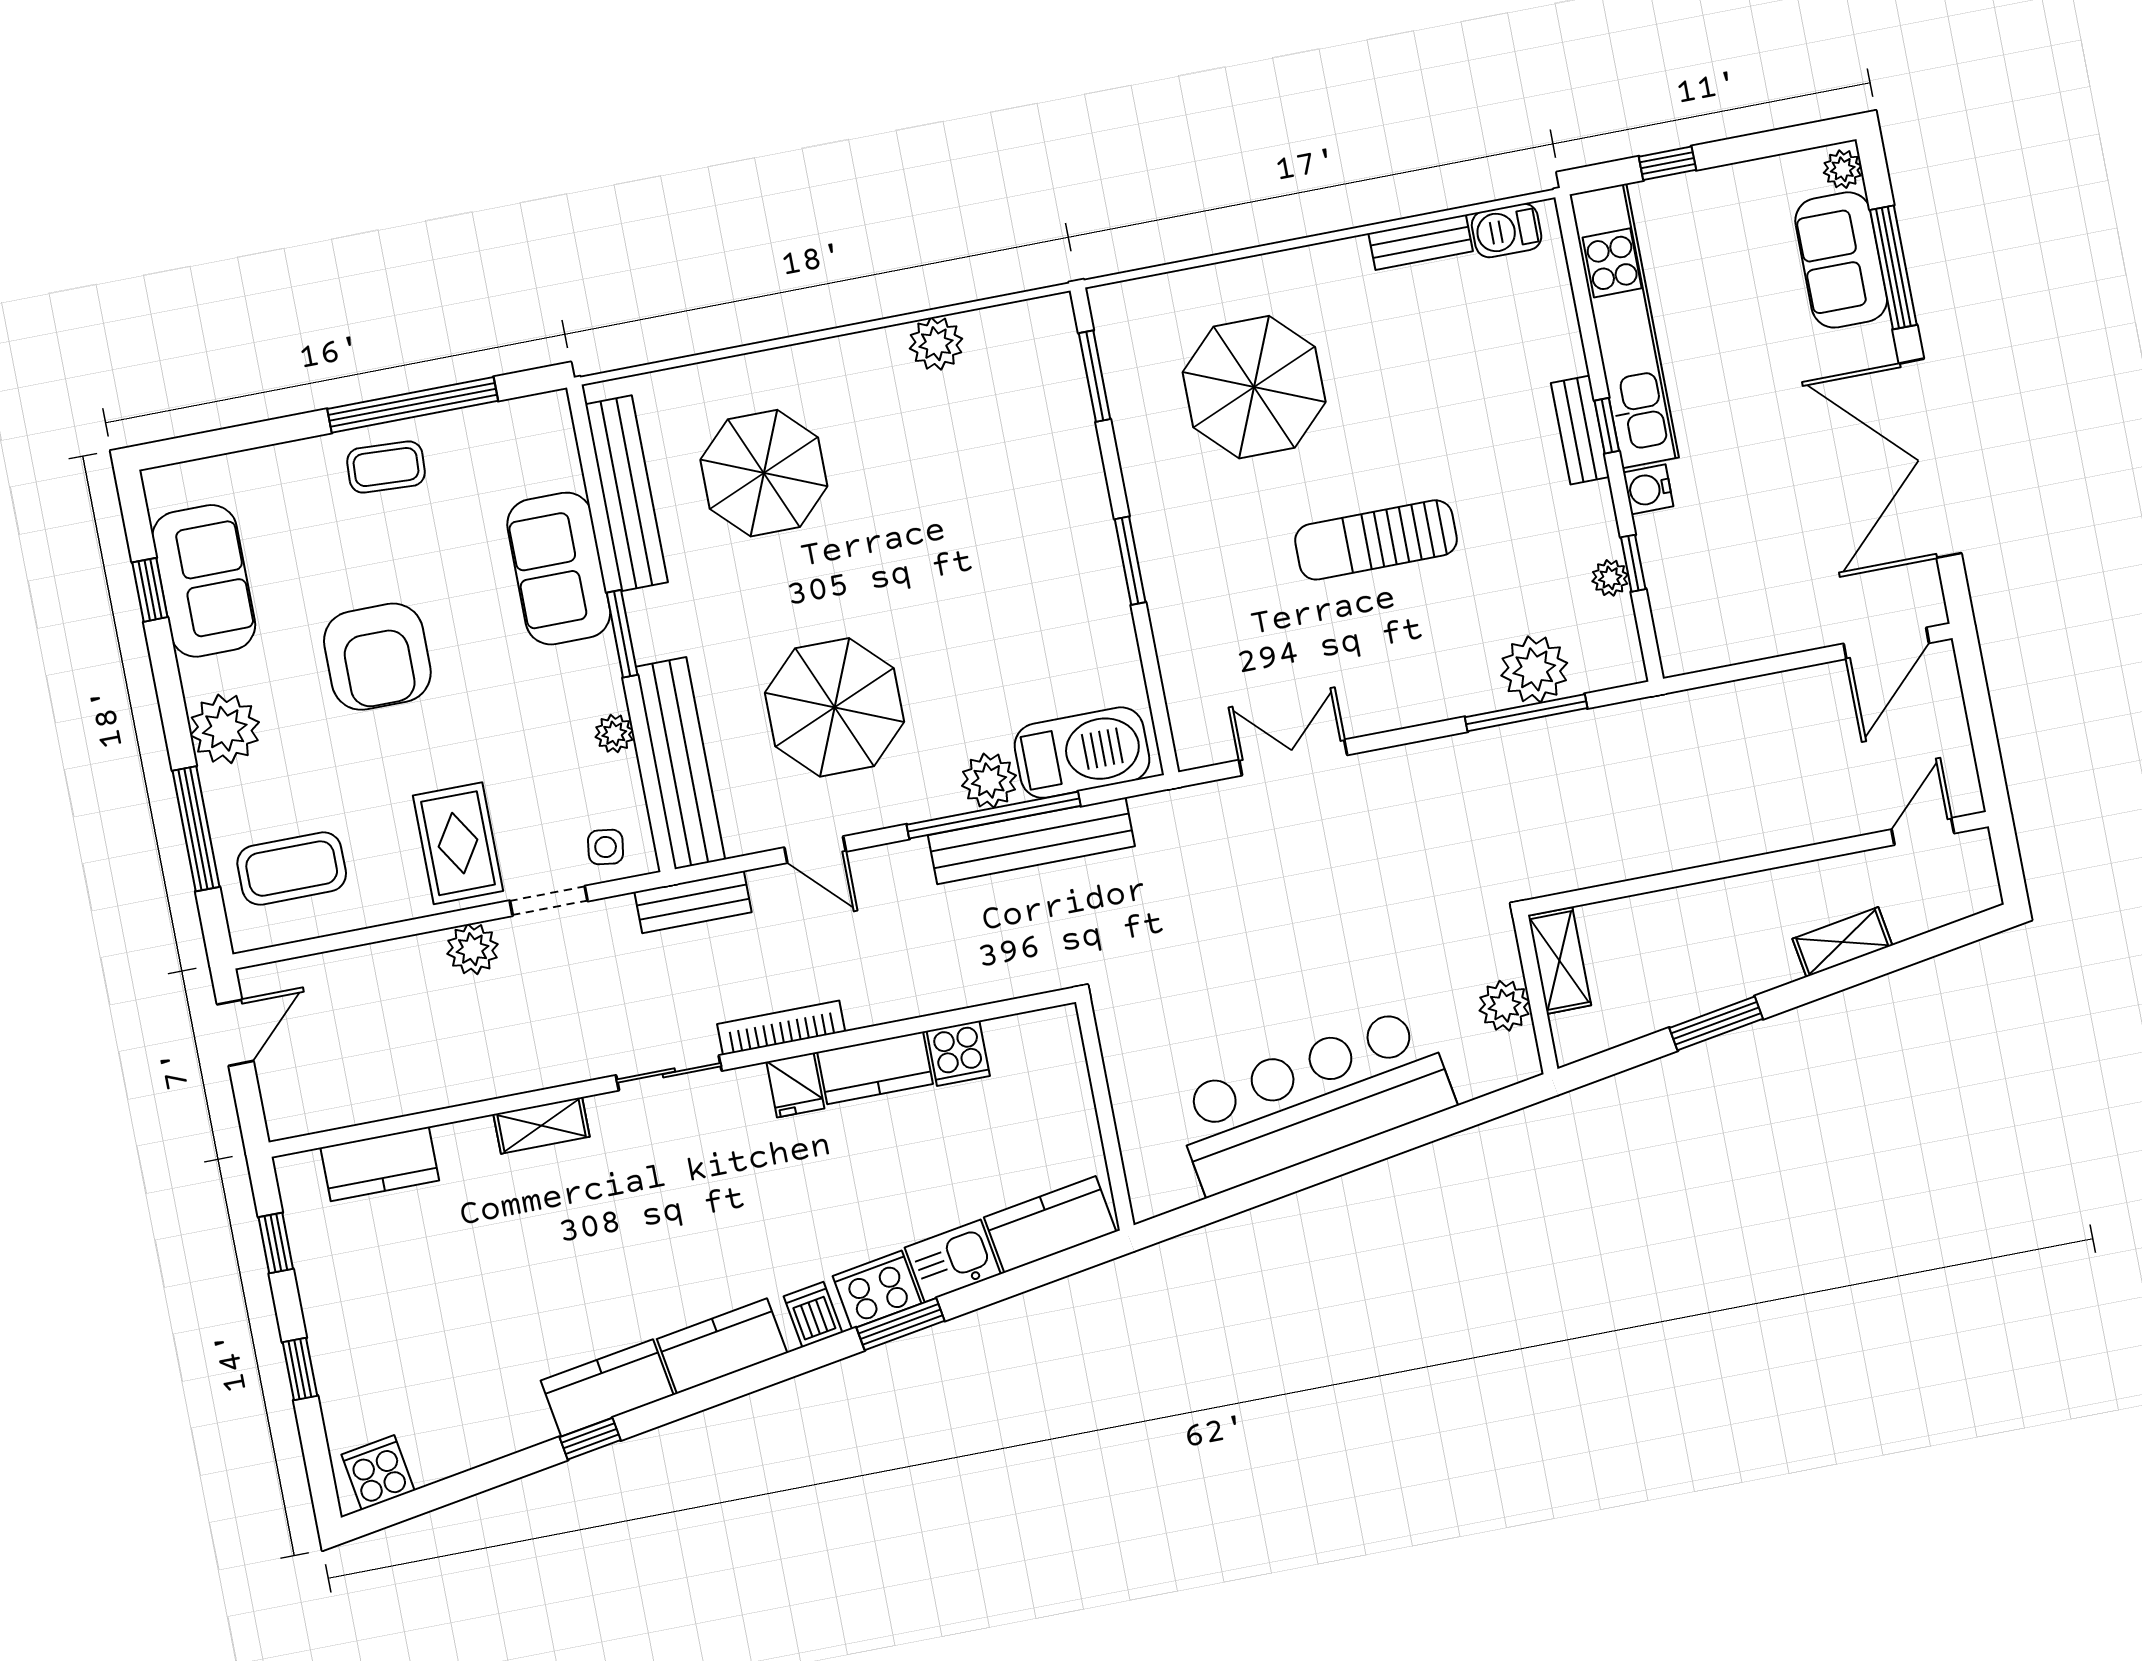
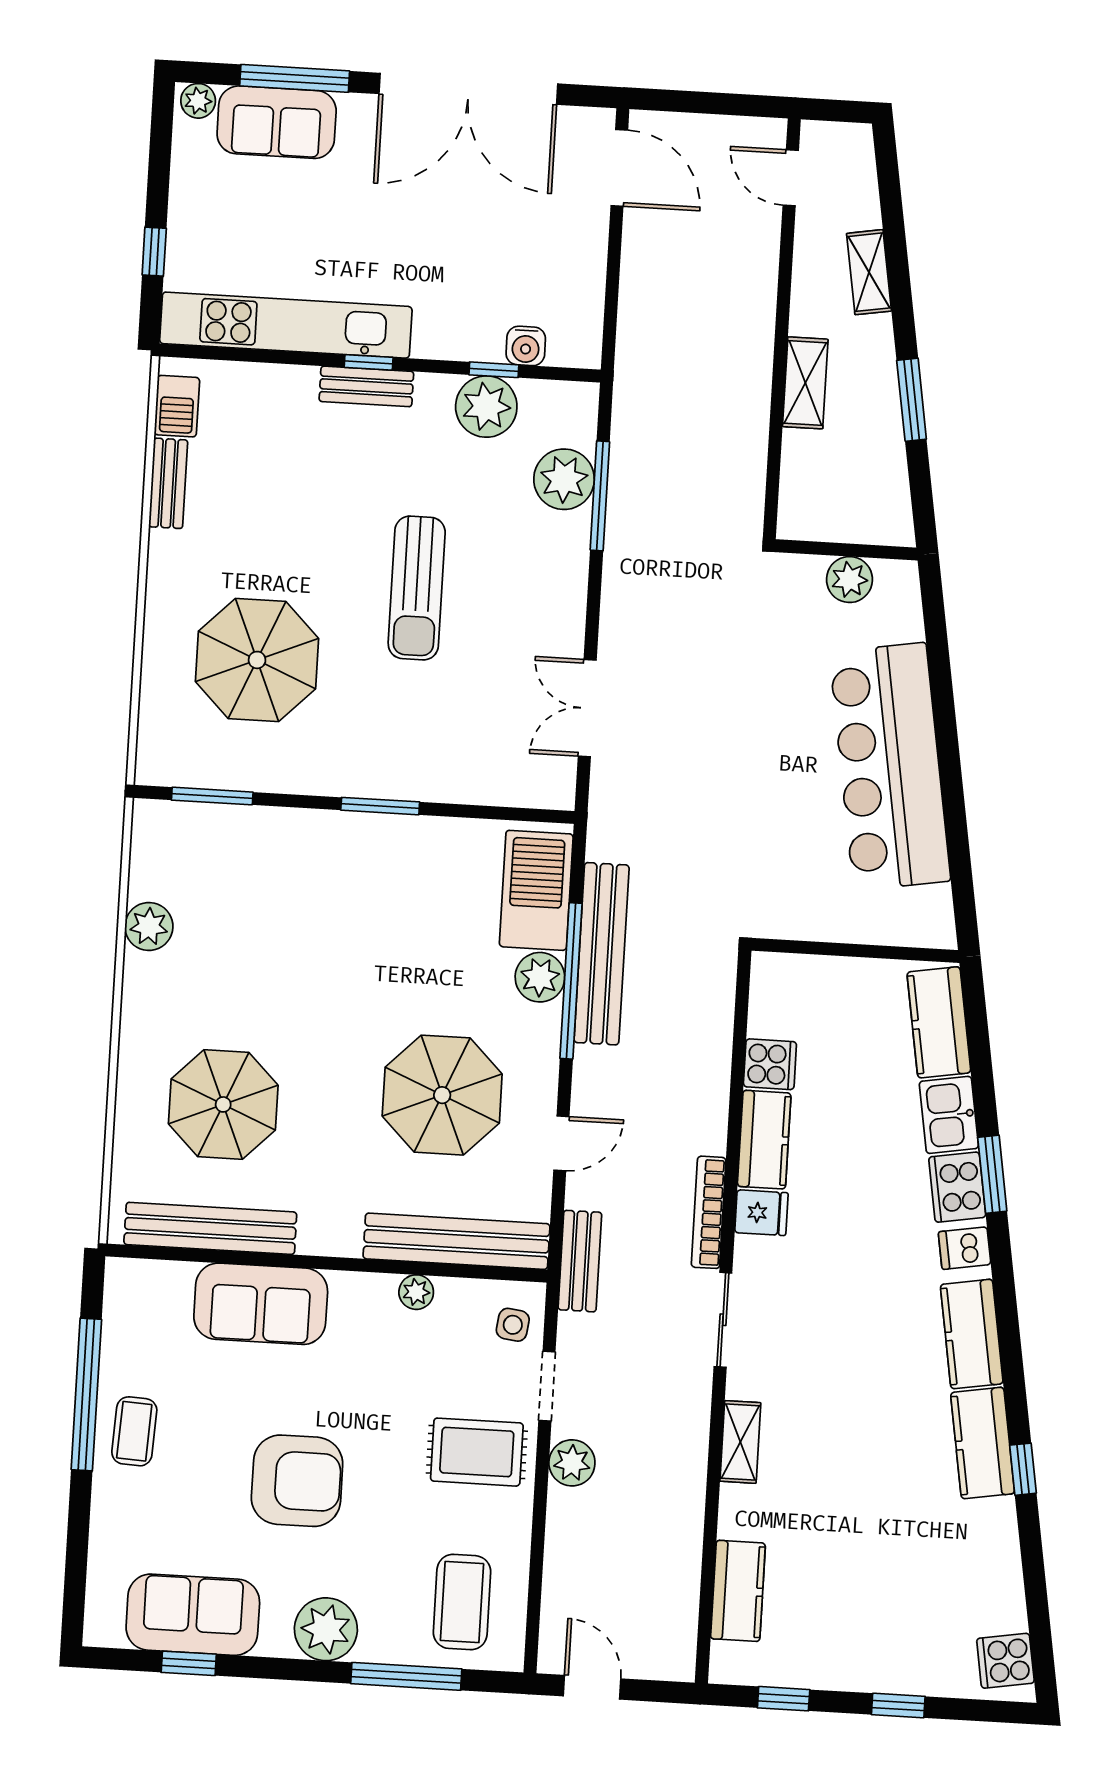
water cooler: (1648, 489) -> (526, 346), moved
plant: (1610, 578) -> (486, 407), width x1.87, depth x1.87
window: (622, 634) -> (331, 1263), removed
shelving: (1559, 961) -> (805, 383), moved, turned 90

